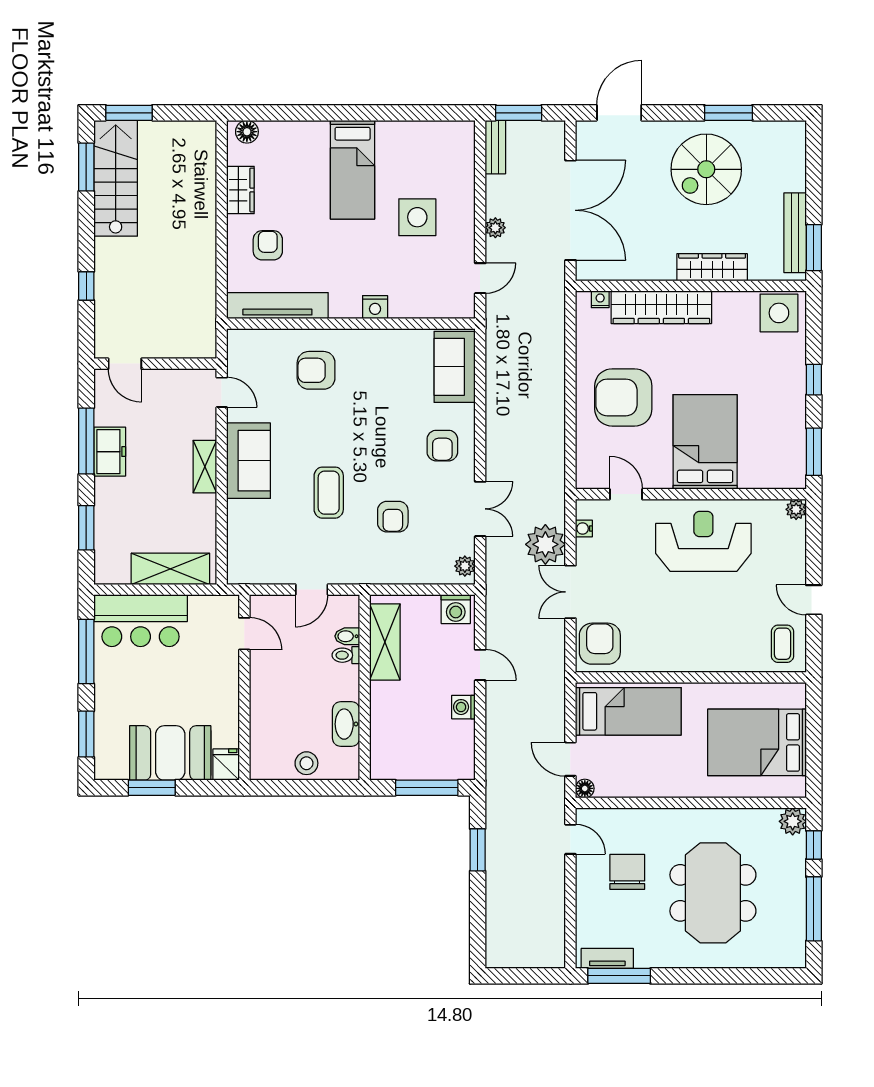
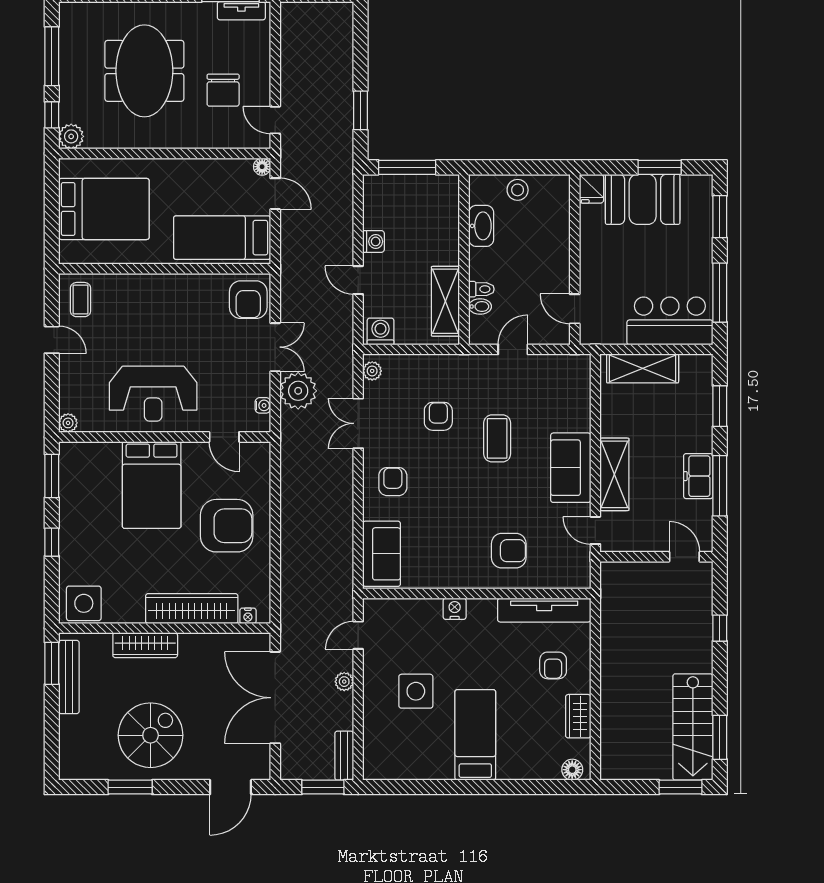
shelving: (205, 467) -> (614, 474), width x1.50, depth x1.33

